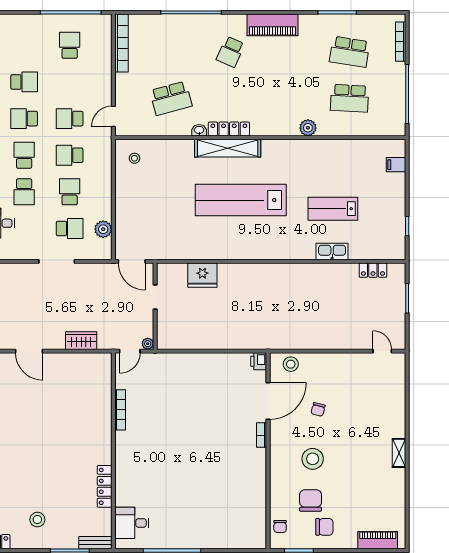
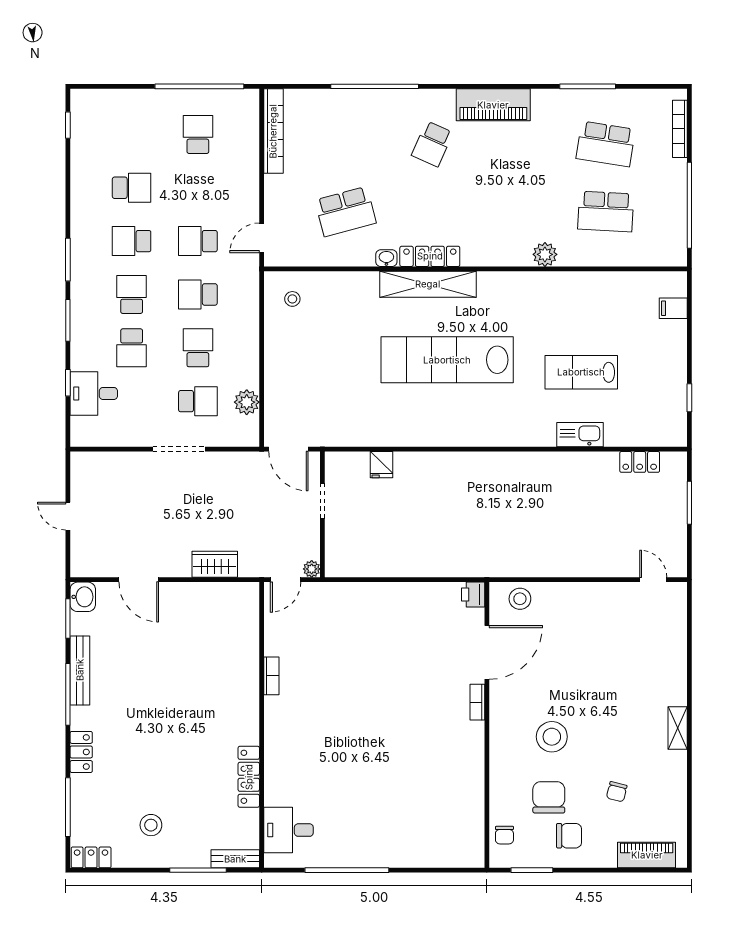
fridge: (202, 275) -> (381, 465), width x0.53, depth x0.75
chair: (318, 409) -> (617, 792), moved
bookcase: (120, 410) -> (271, 676), width x0.64

